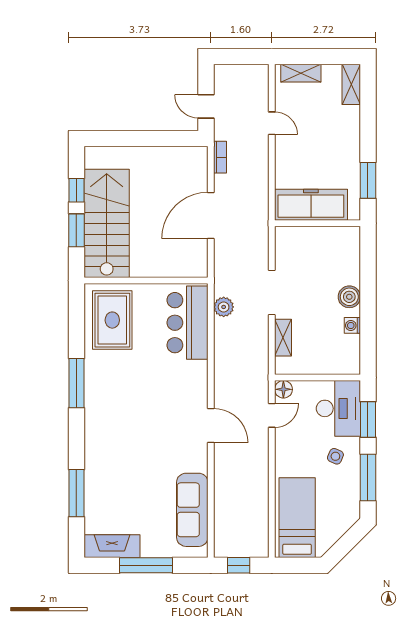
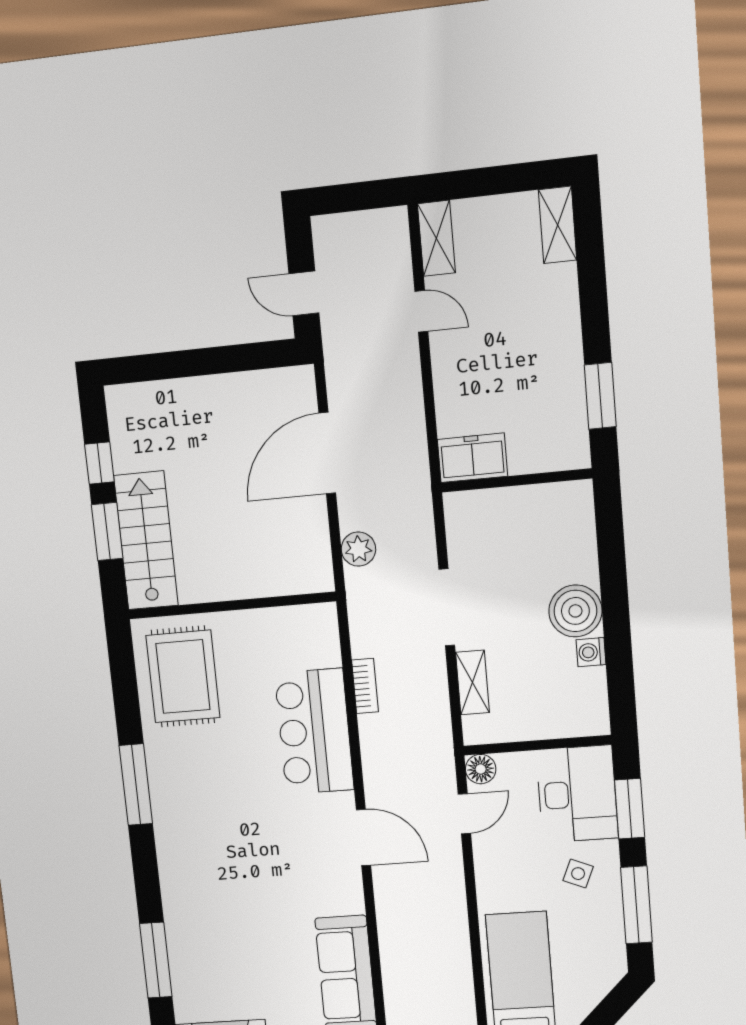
shelving: (301, 73) -> (436, 238), moved, turned 90
bookcase: (220, 157) -> (365, 686), moved
freezer: (311, 205) -> (472, 458), width x0.52, depth x0.79
door: (211, 216) -> (327, 453), moved
stairs: (107, 223) -> (146, 541), width x0.73, depth x0.66
boiler: (349, 297) -> (575, 611), width x1.37, depth x1.37
plant: (224, 307) -> (358, 549), moved
bar counter: (188, 323) -> (314, 731), moved

